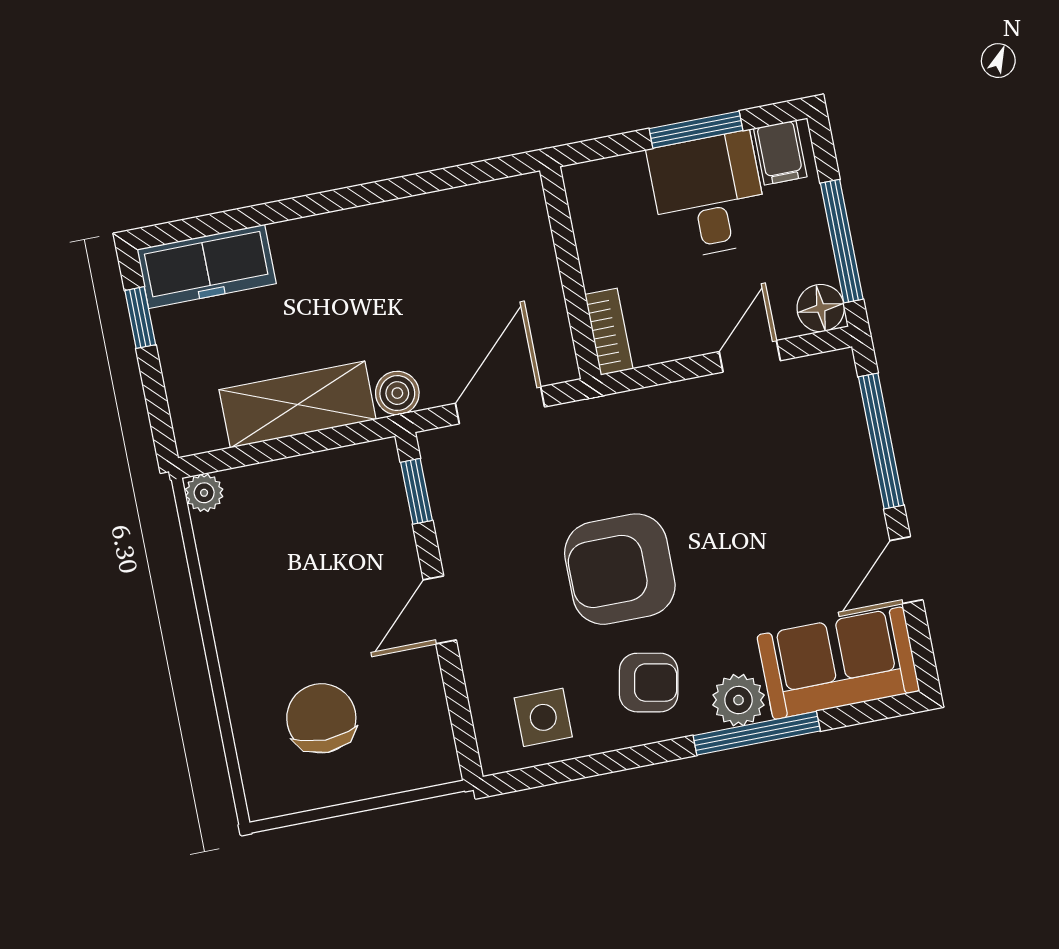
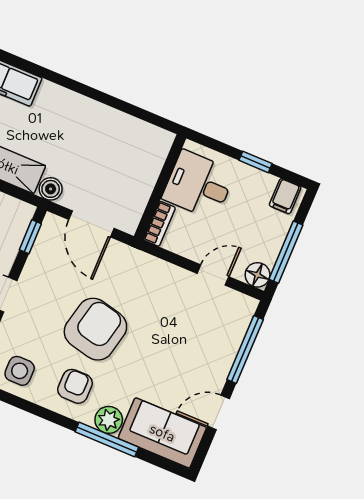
window: (696, 130) -> (255, 162), width x0.67
desk: (708, 195) -> (199, 185), moved, turned -90
door: (500, 405) -> (91, 224), swing flipped
armchair: (620, 569) -> (95, 329), turned 103
armchair: (649, 683) -> (75, 386), turned -101

